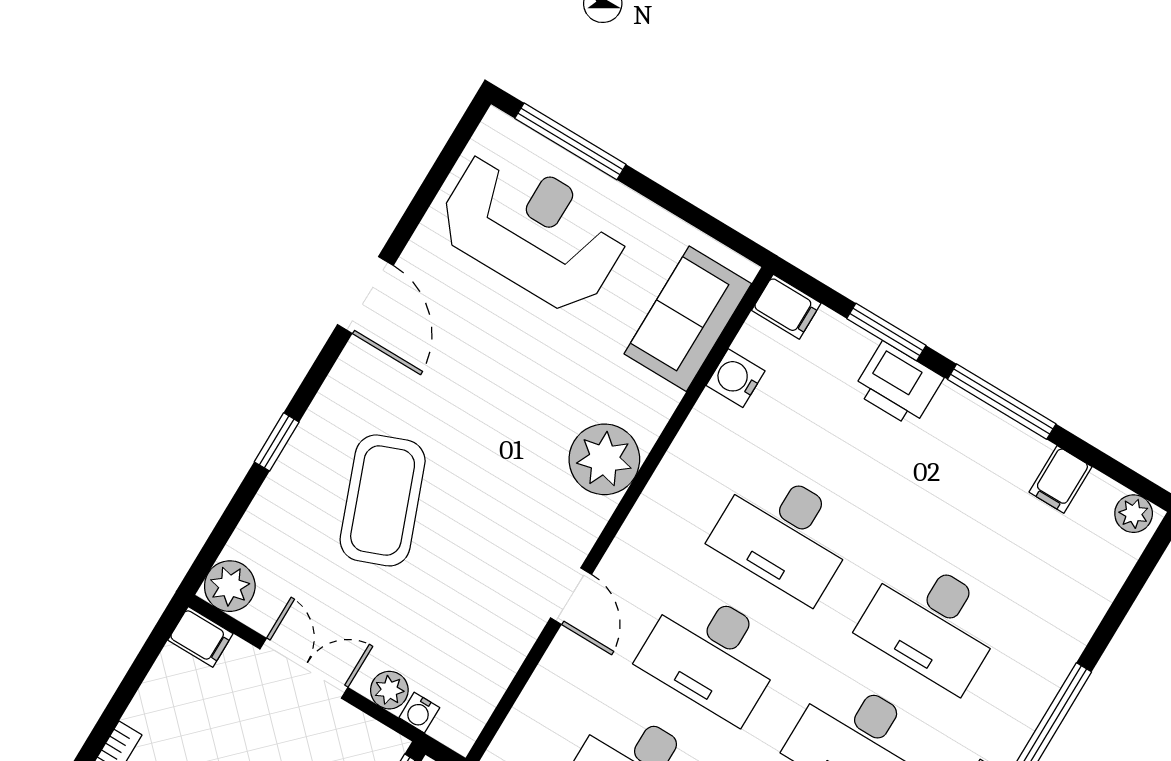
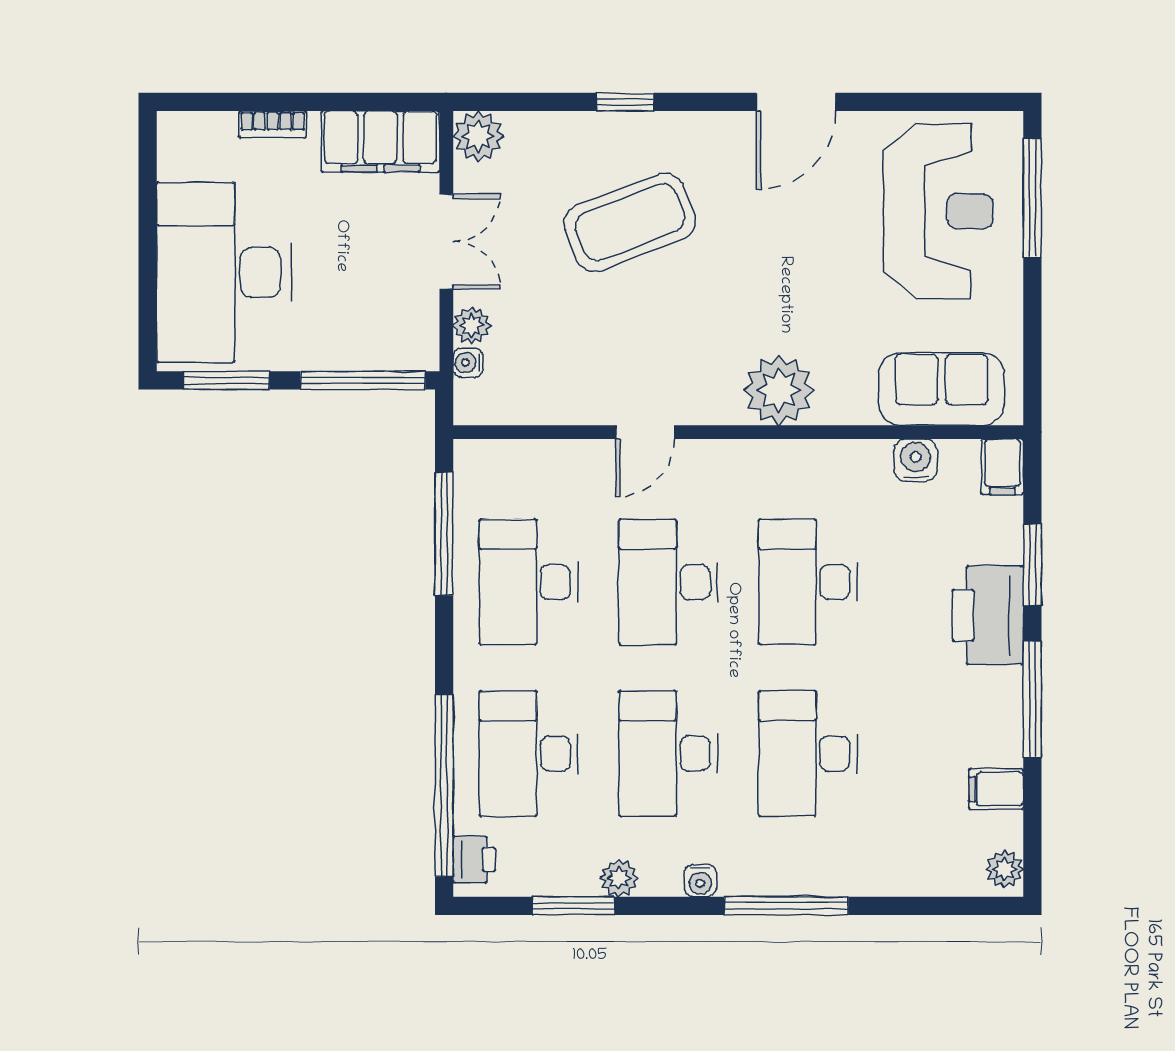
printer: (898, 384) -> (988, 615), width x1.37, depth x1.19
filing cabinet: (200, 637) -> (380, 142), width x3.00, depth x1.17

